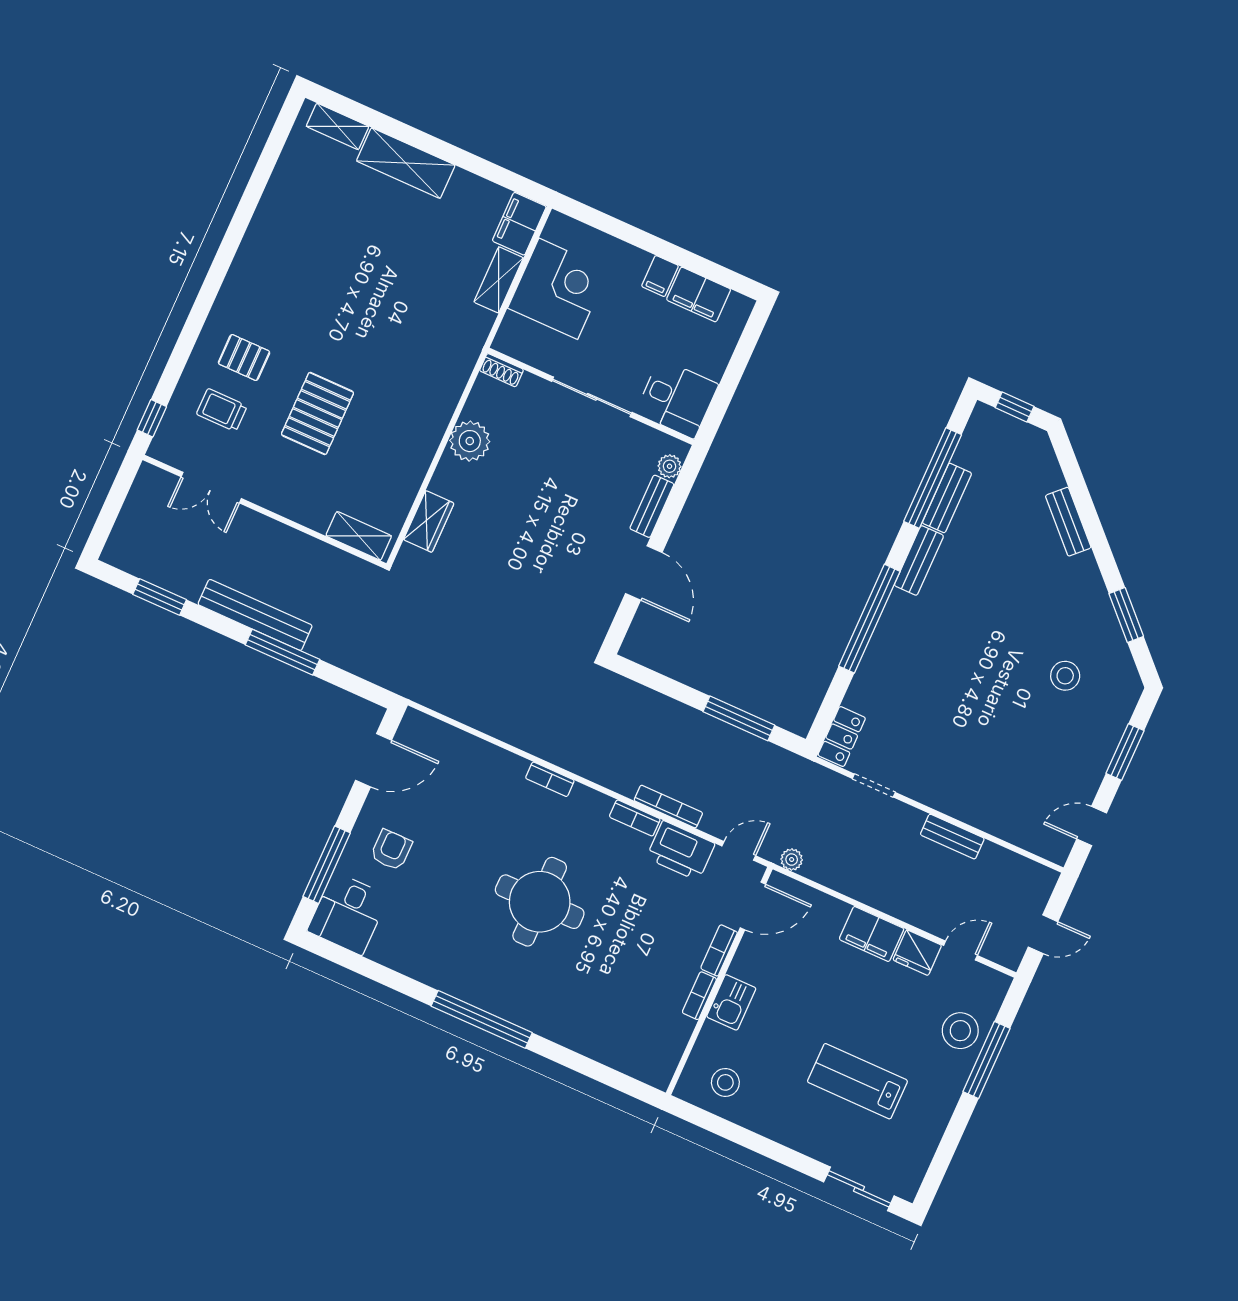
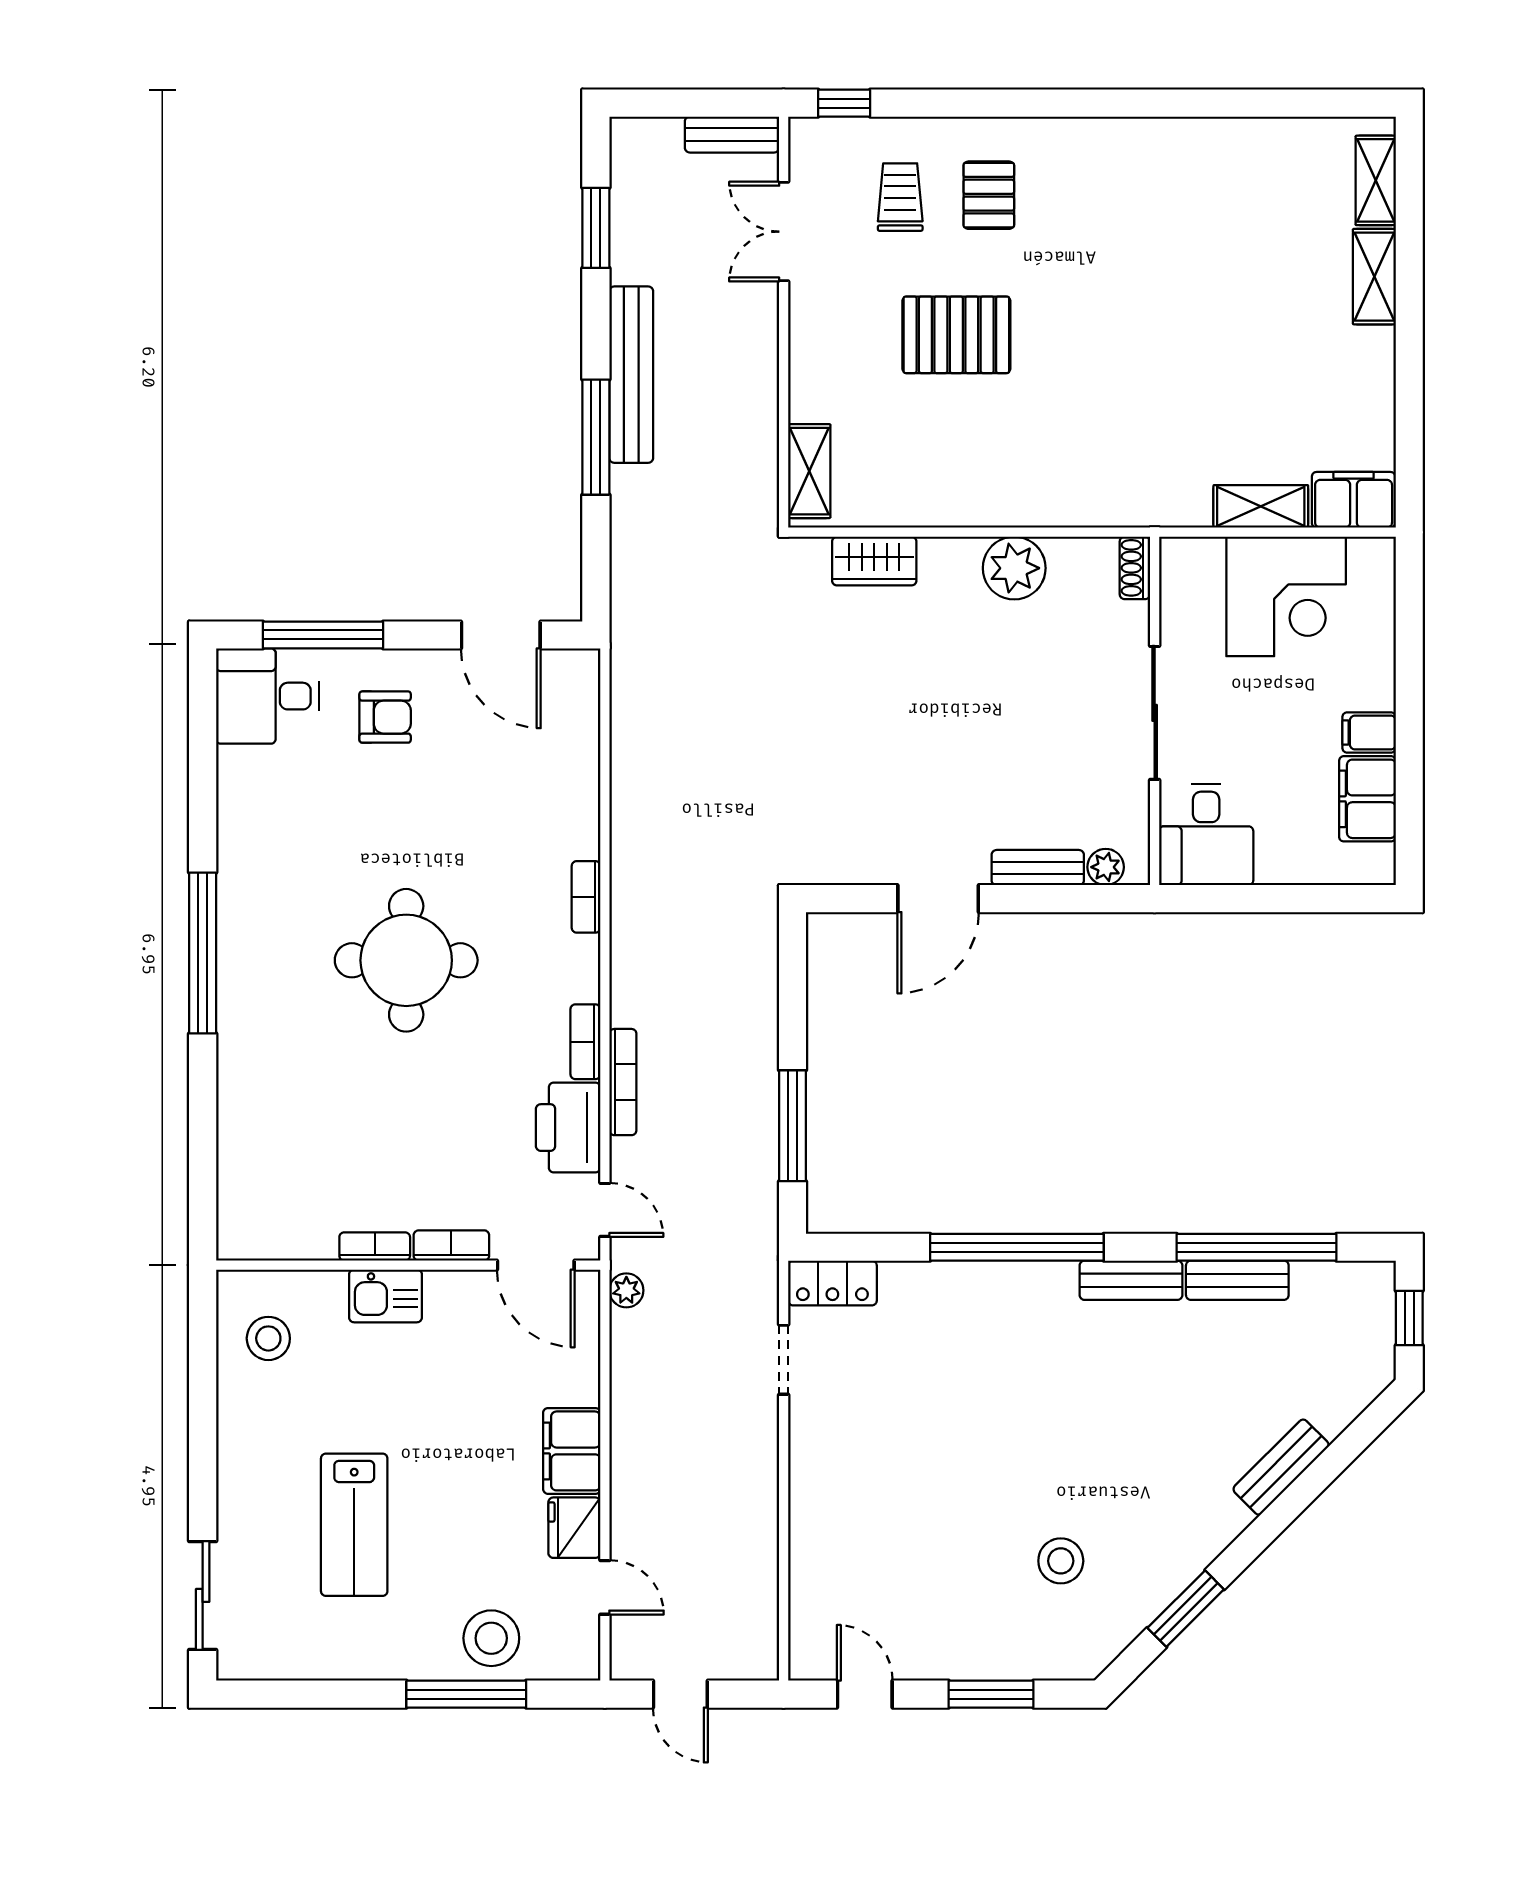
shelving: (406, 163) -> (1374, 277), width x0.67, depth x0.75
bench: (952, 837) -> (732, 135), moved, turned 90
lab bench: (857, 1081) -> (354, 1525), turned 180

